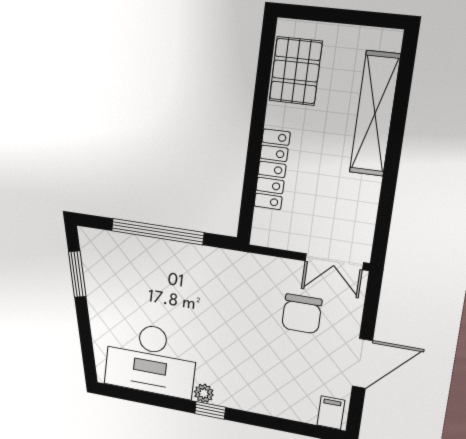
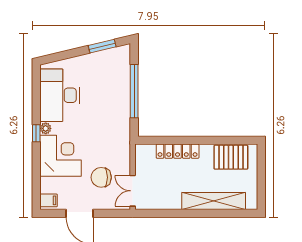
corner desk: (254, 377) -> (60, 156), added

